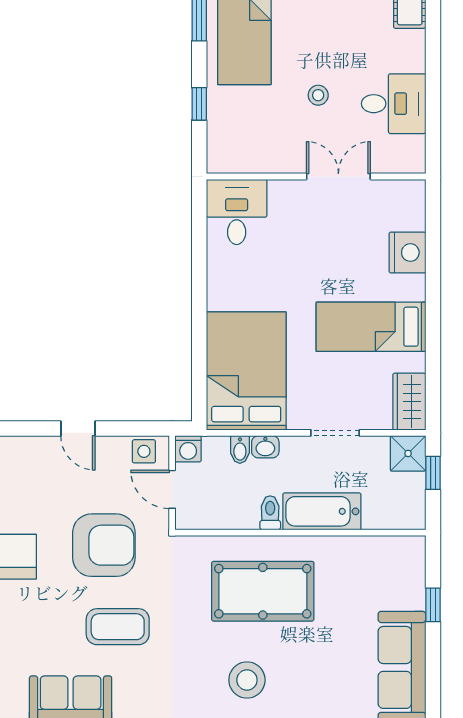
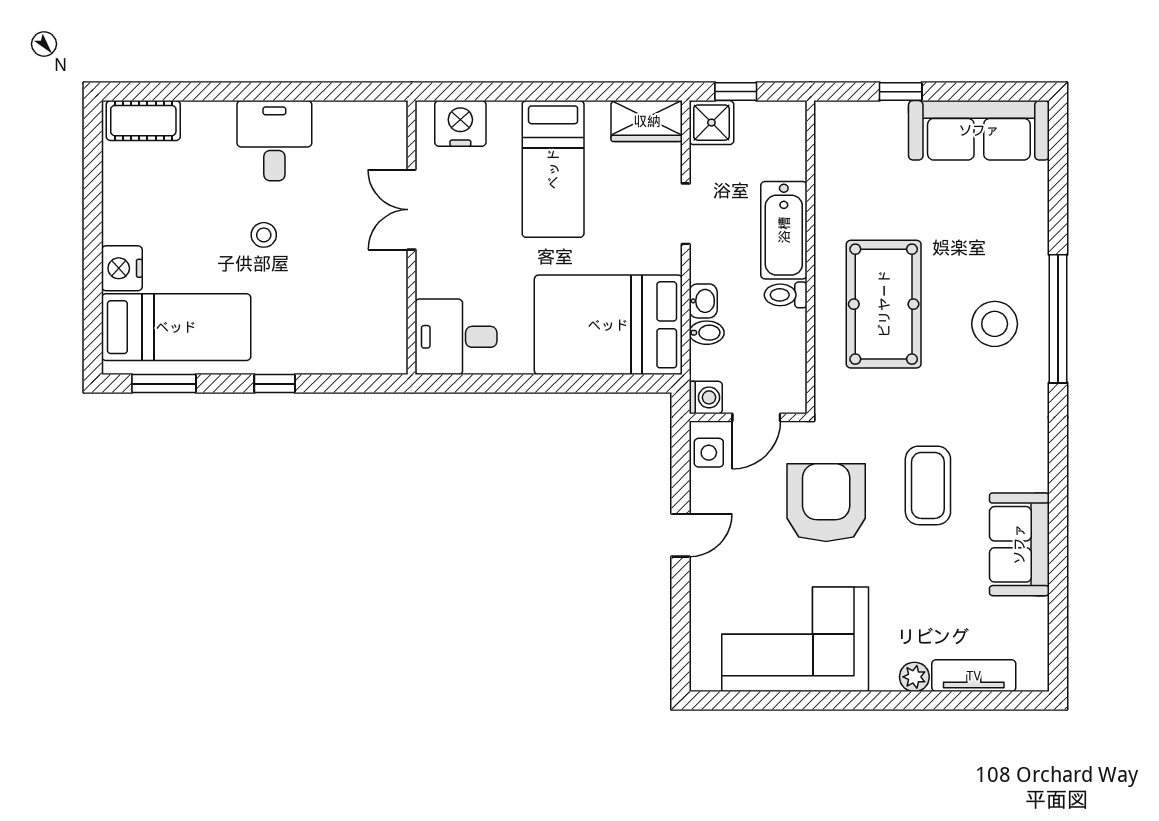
wall: (316, 176) -> (412, 238), moved
double door: (338, 176) -> (412, 210), moved
desk: (237, 212) -> (456, 337), moved

